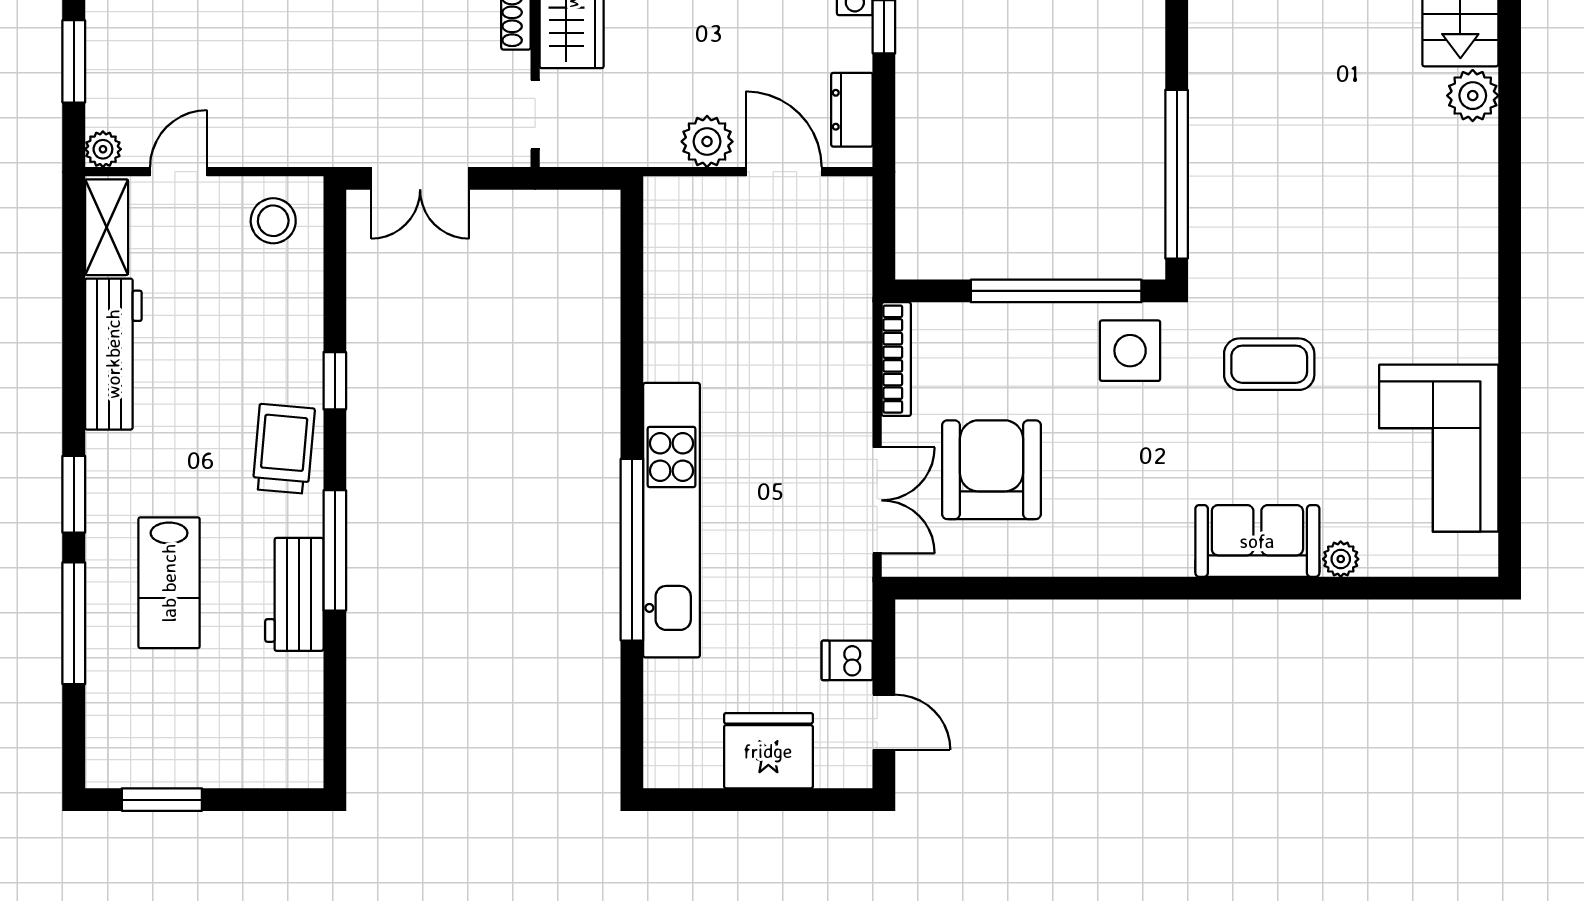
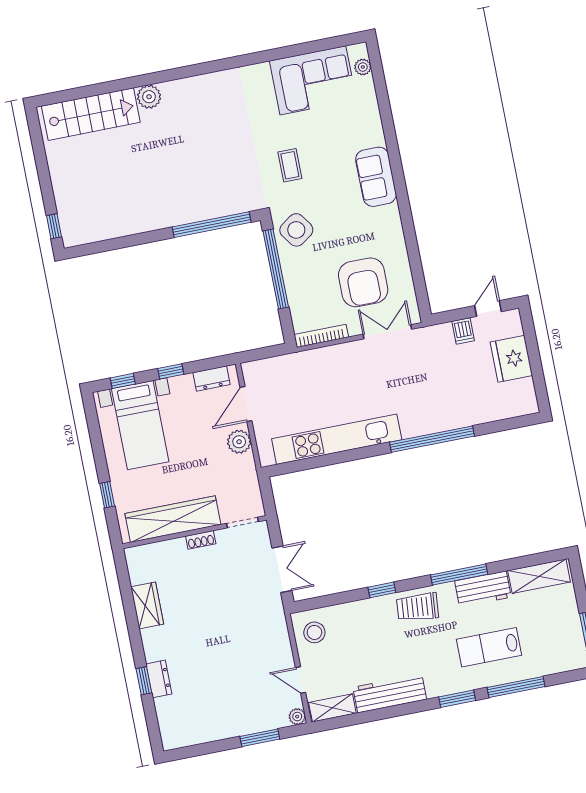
side table: (1130, 351) -> (296, 230), turned -35
coffee table: (1269, 364) -> (290, 165), width x0.73, depth x0.77
armchair: (991, 470) -> (363, 282), turned -90
kitchen unit: (671, 520) -> (337, 439), moved
sofa: (1257, 541) -> (376, 177), moved
plant: (1341, 559) -> (363, 67), moved
lab bench: (169, 583) -> (489, 647), turned 180
shelving: (298, 718) -> (539, 576), added

